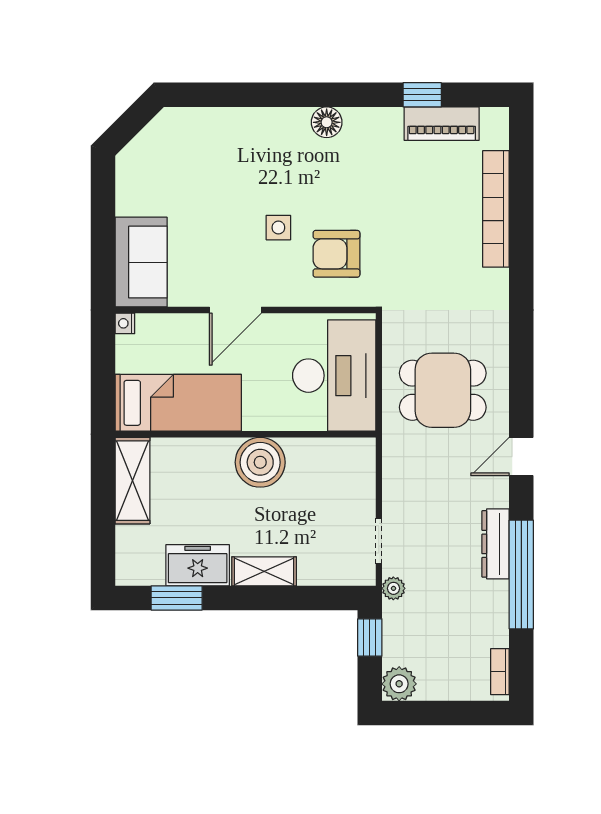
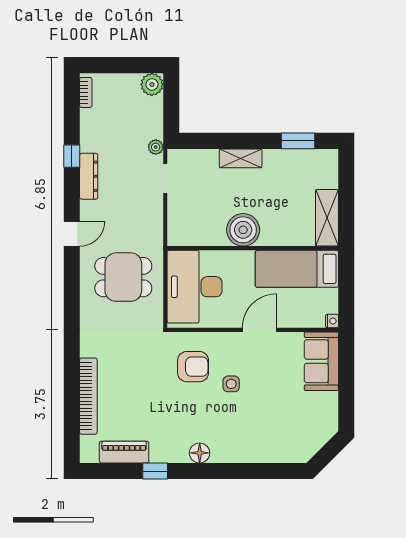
window: (422, 95) -> (155, 471), moved
freezer: (198, 565) -> (284, 162), removed
window: (521, 575) -> (72, 156), width x0.32
window: (370, 637) -> (171, 115), removed

